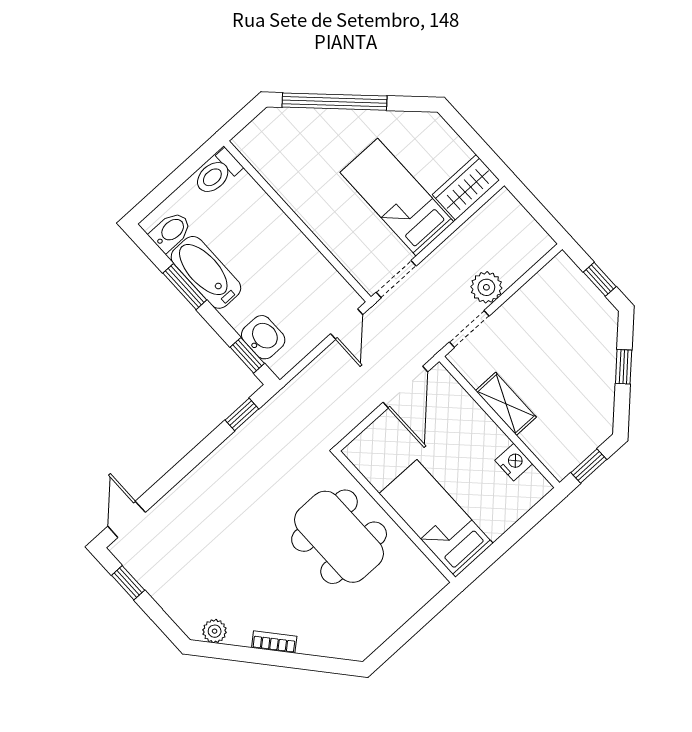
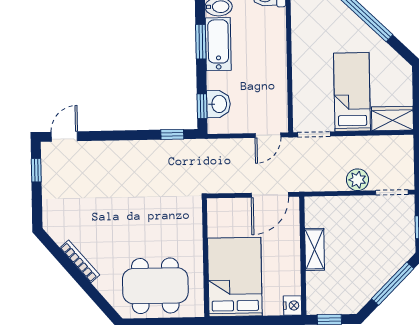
doorway: (469, 329) -> (392, 192), moved
window: (624, 367) -> (393, 284), width x2.17
nightstand: (514, 462) -> (292, 305), moved
bed: (436, 518) -> (235, 277), width x1.50
dining table: (339, 537) -> (155, 286), moved, turned 90
plant: (215, 631) -> (59, 235), removed
bookcase: (274, 642) -> (80, 261), width x1.56

